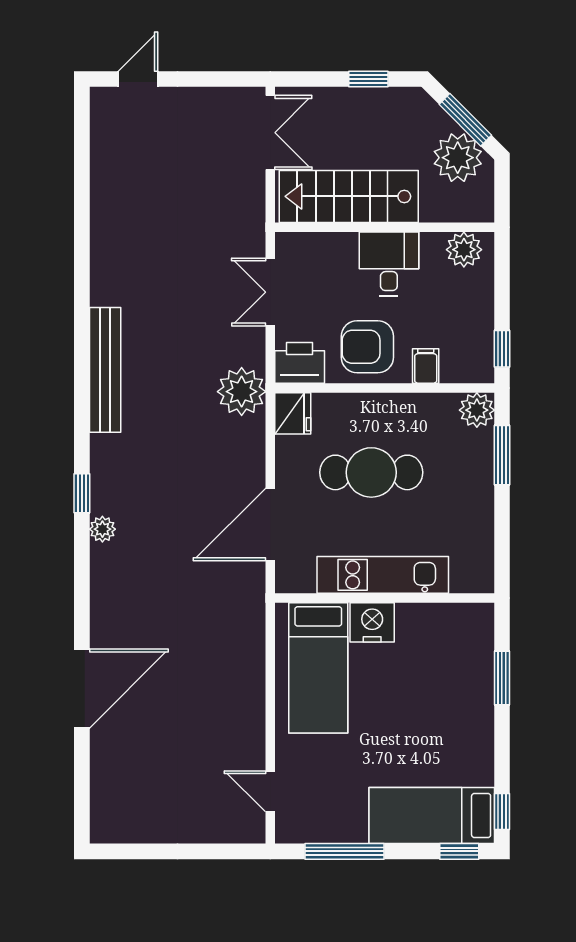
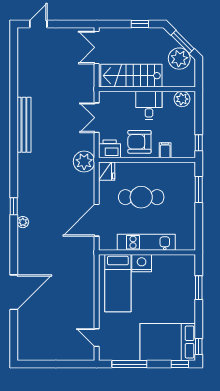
double door: (270, 133) -> (97, 47), swing flipped
bench: (105, 370) -> (24, 125), moved
plant: (477, 410) -> (188, 170), removed
bed: (432, 815) -> (168, 342), width x1.50

